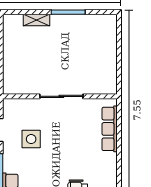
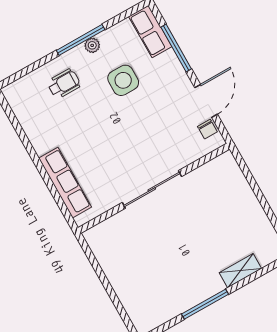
chair: (9, 113) -> (207, 129), added
side table: (31, 139) -> (123, 80), moved

